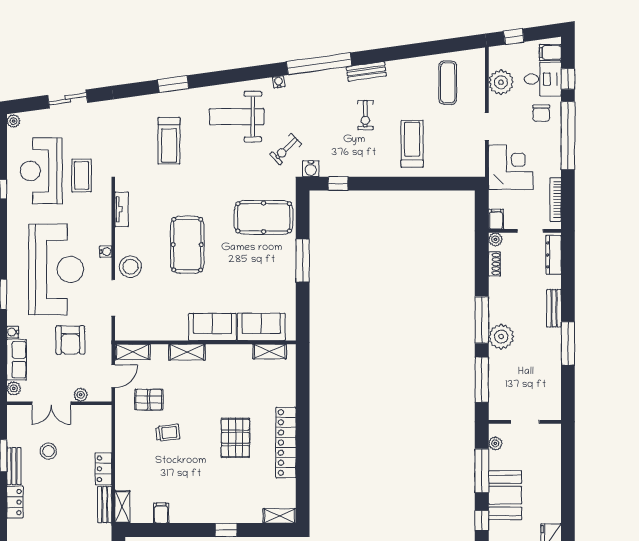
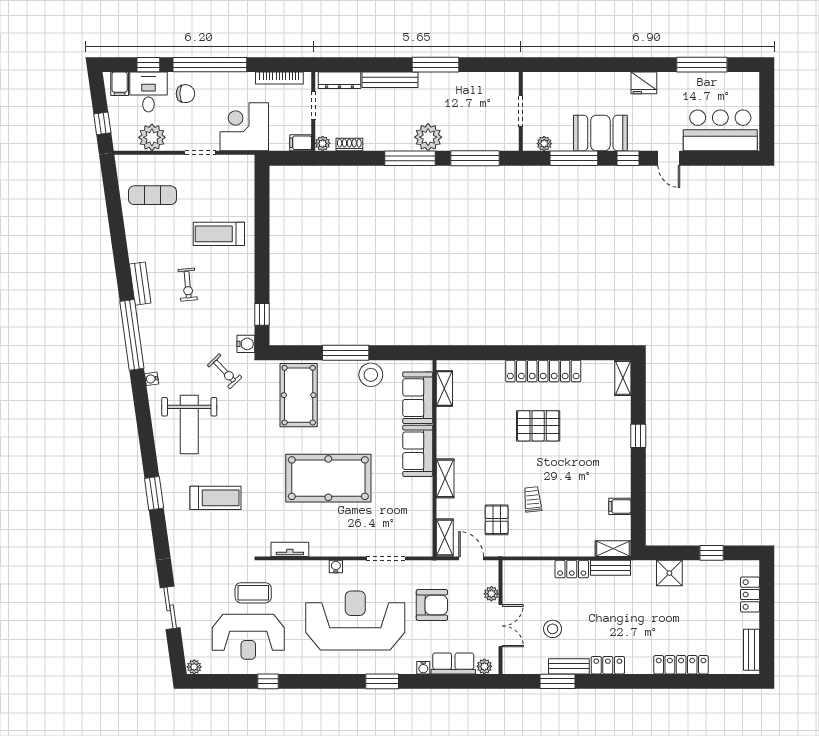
exercise bike: (365, 115) -> (188, 285), turned 85
pool table: (187, 245) -> (328, 478), width x1.36, depth x1.32
stool: (130, 267) -> (371, 375), moved
bench: (554, 308) -> (390, 80), width x1.36

